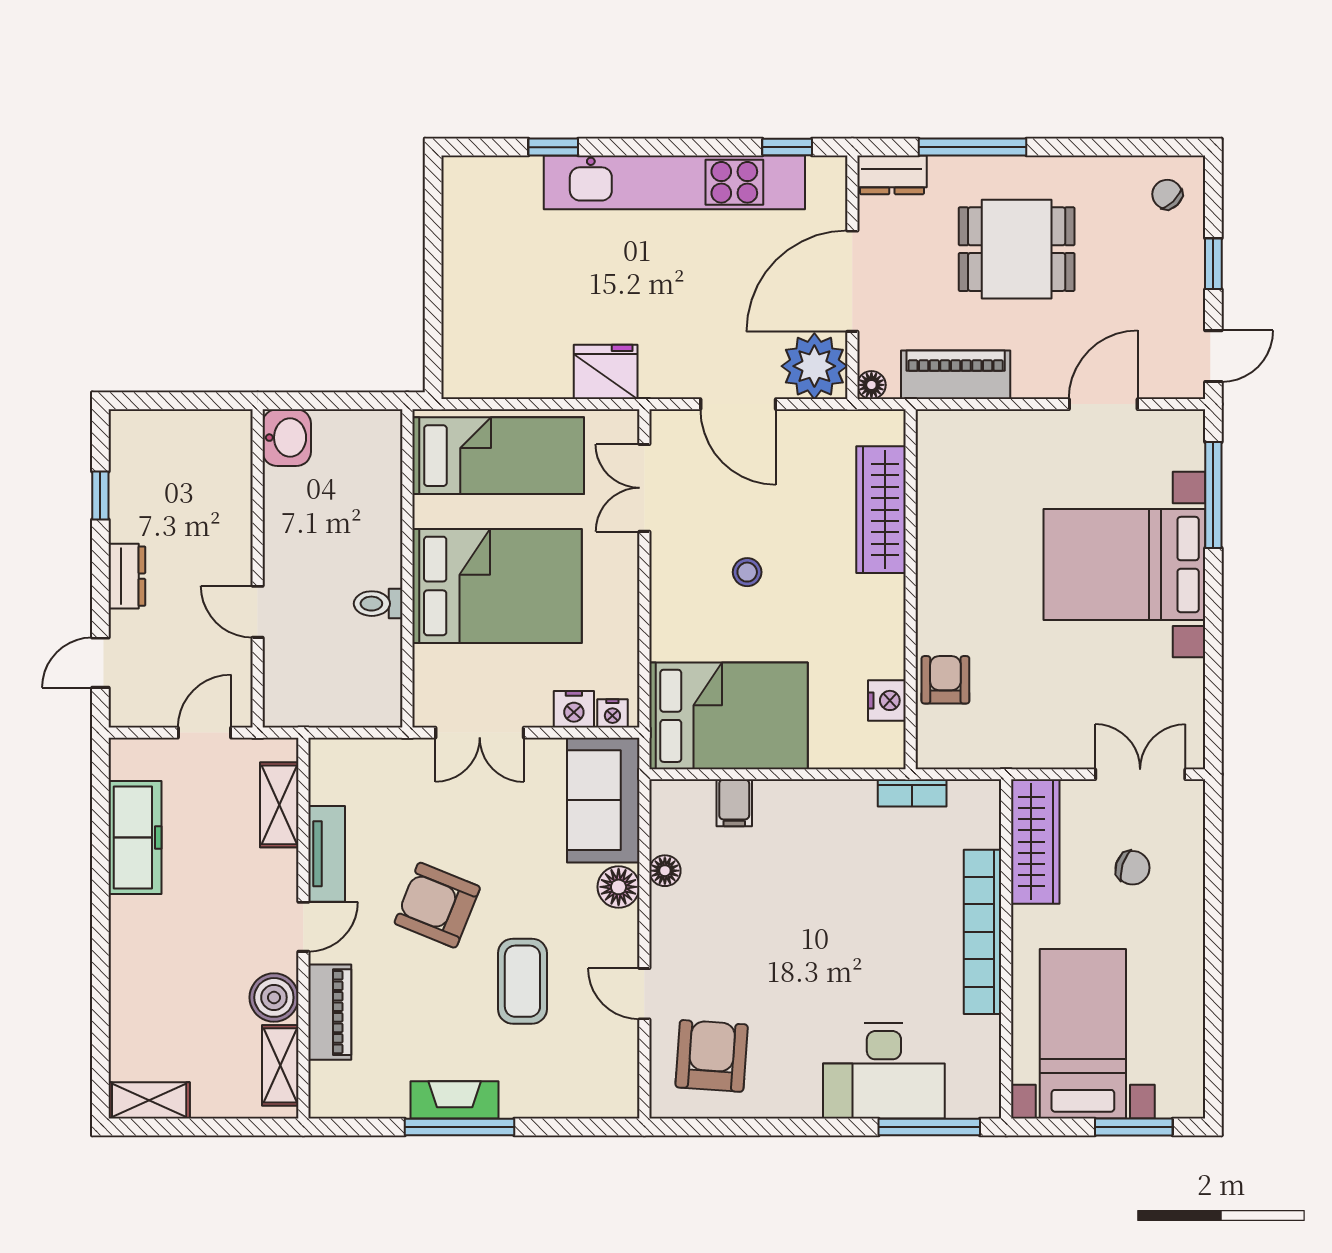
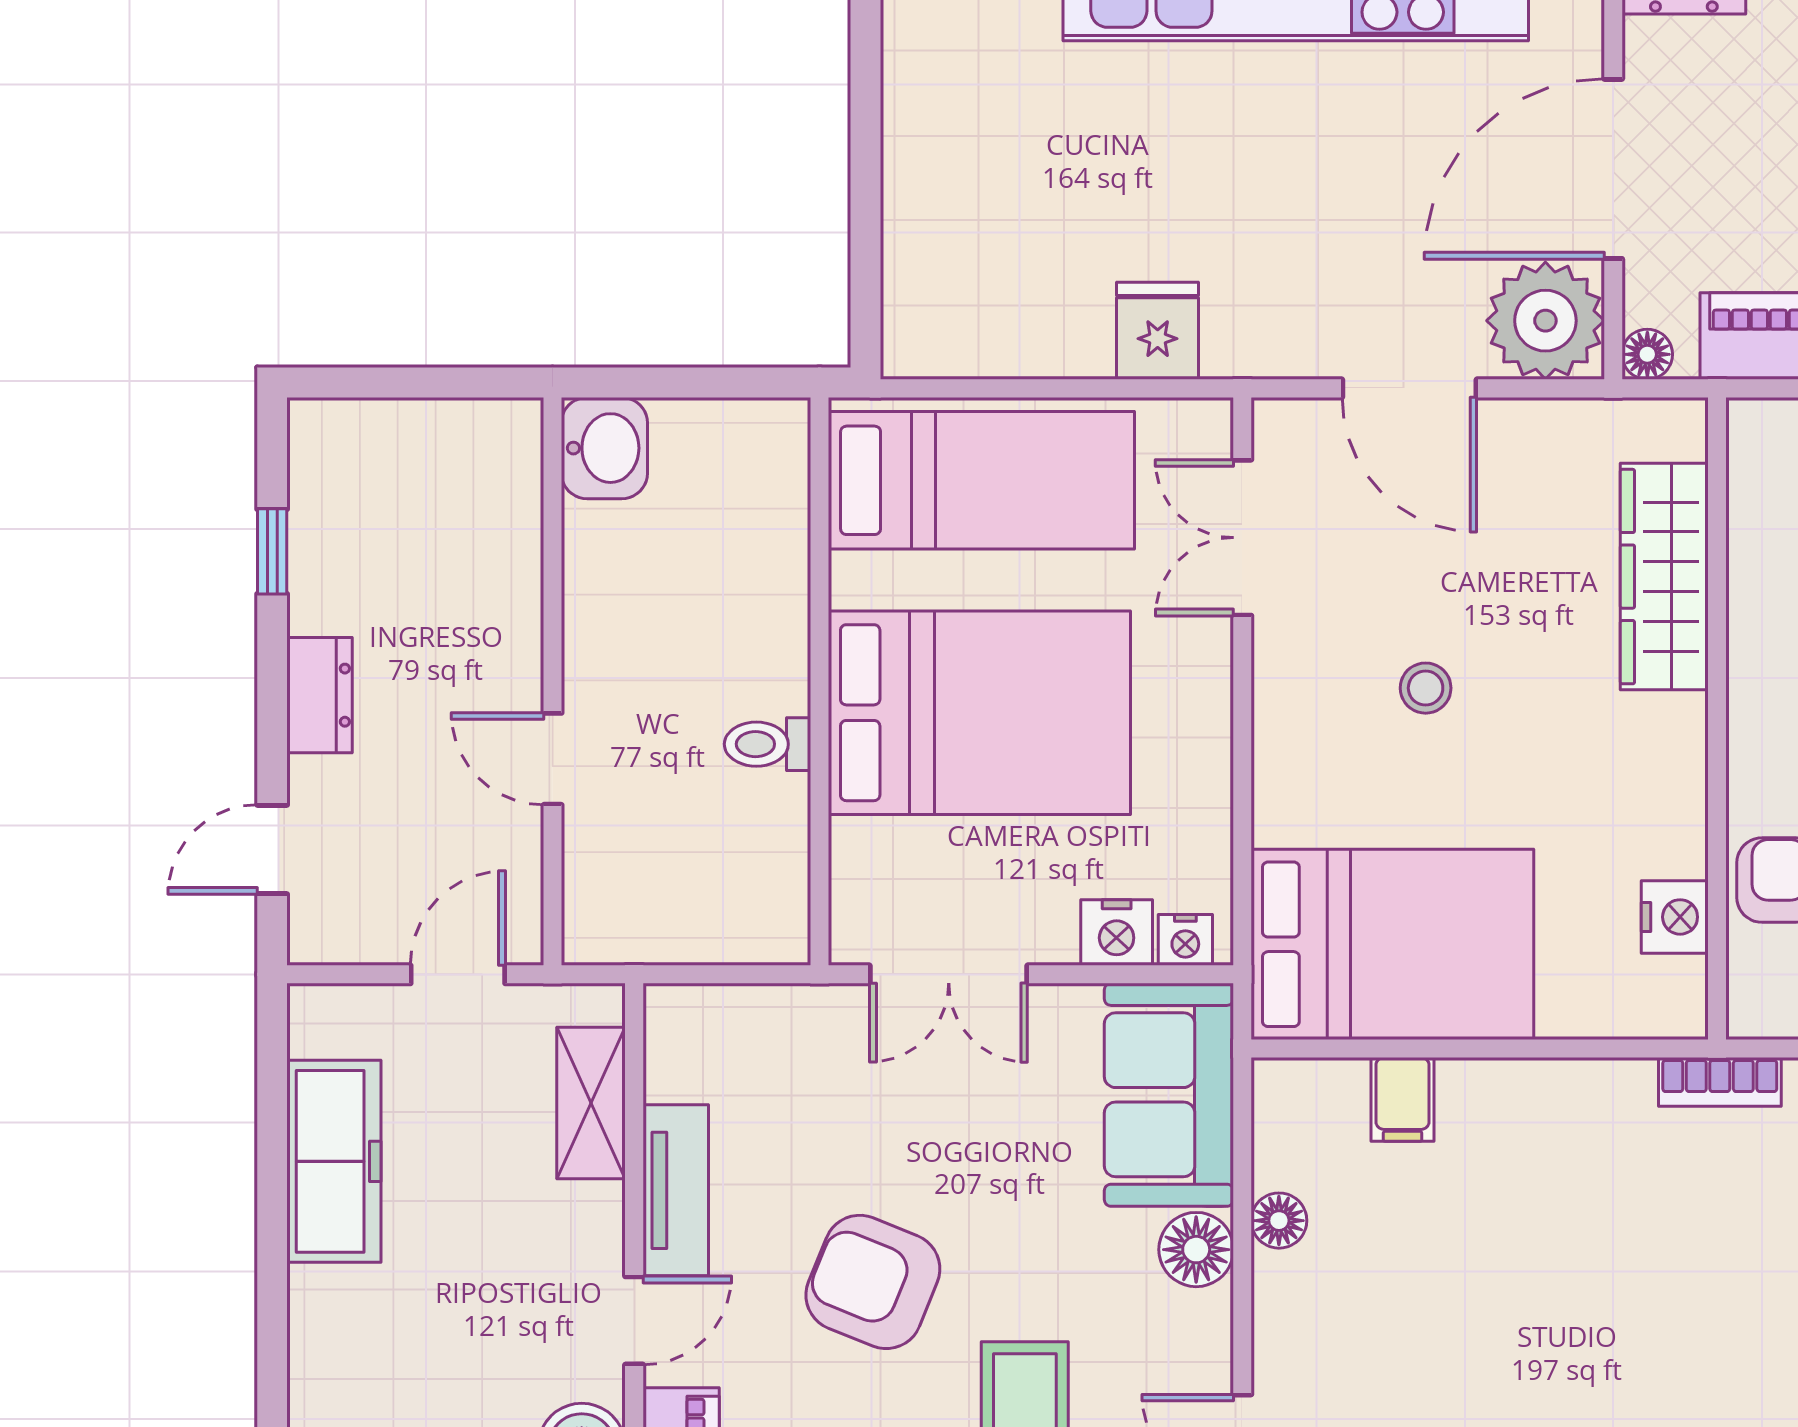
fridge: (606, 372) -> (1158, 331), width x0.72

